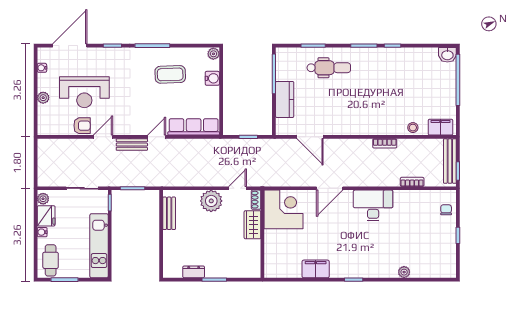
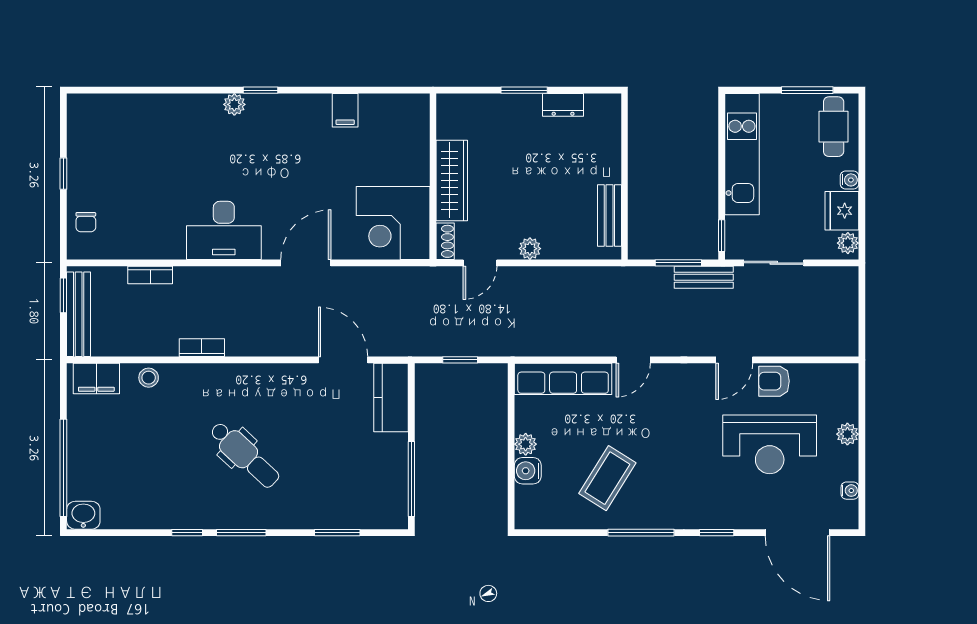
door: (70, 46) -> (797, 533), hinge flipped
plant: (213, 54) -> (526, 444), moved
dental chair: (329, 68) -> (245, 455), moved, turned -137
coffee table: (170, 74) -> (607, 478), turned -56
reception desk: (84, 92) -> (770, 444), turned 180
kitchen counter: (285, 99) -> (391, 397), moved
bench: (132, 145) -> (704, 277), moved
plant: (211, 201) -> (530, 249), width x0.53, depth x0.53
wardrobe: (252, 225) -> (452, 180), width x1.50
filing cabinet: (316, 269) -> (345, 110), width x0.50
plant: (404, 272) -> (234, 104), moved

